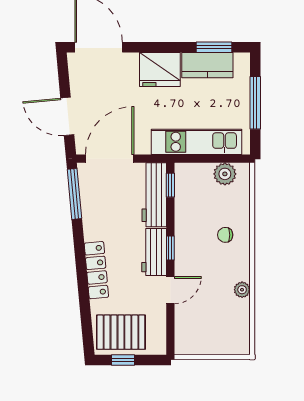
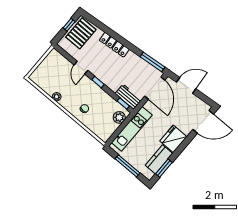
plant: (225, 174) -> (119, 117), moved
workbench: (154, 195) -> (128, 97), width x0.73
workbench: (154, 252) -> (102, 74), removed

